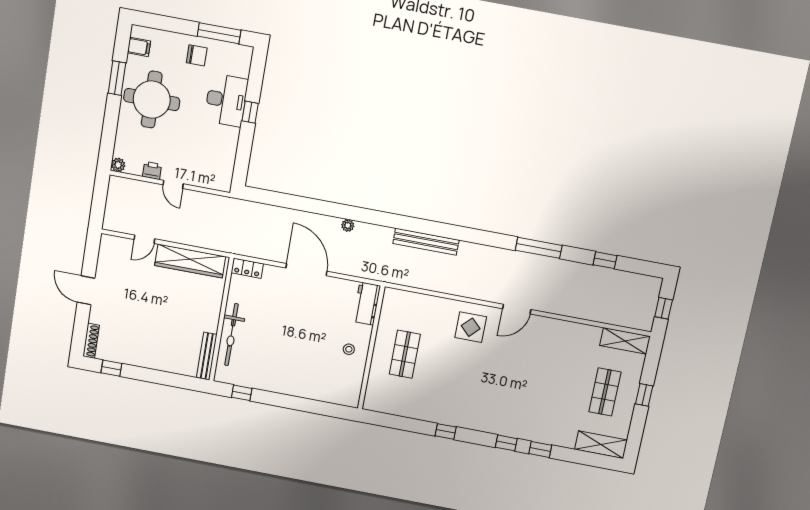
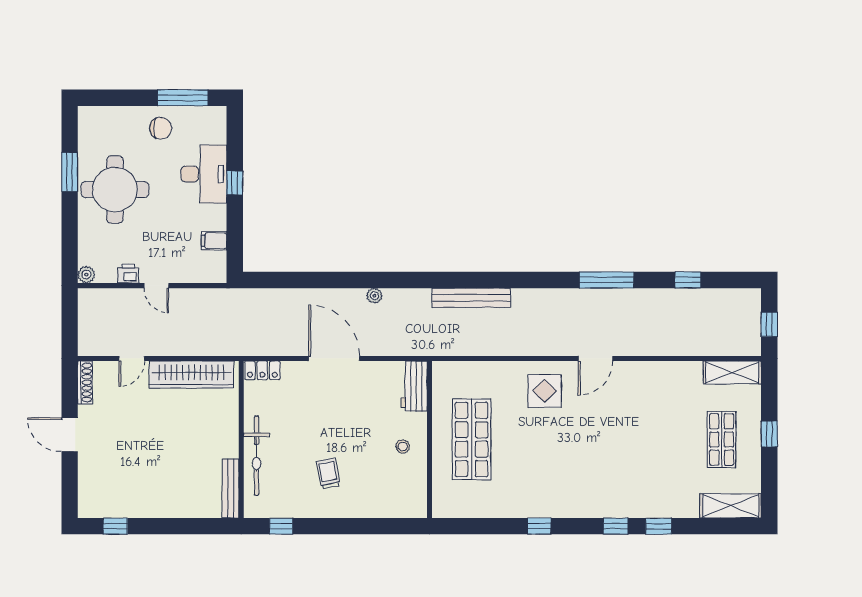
filing cabinet: (139, 47) -> (214, 241), moved, turned 180
shoe rack: (91, 341) -> (85, 382), moved
shop shelf: (405, 354) -> (472, 439), width x1.43, depth x1.36
trolley: (286, 359) -> (328, 474), added

